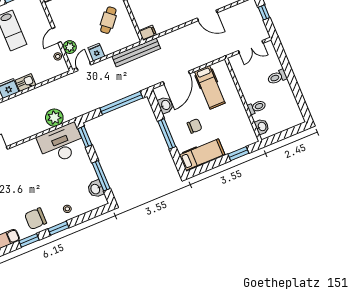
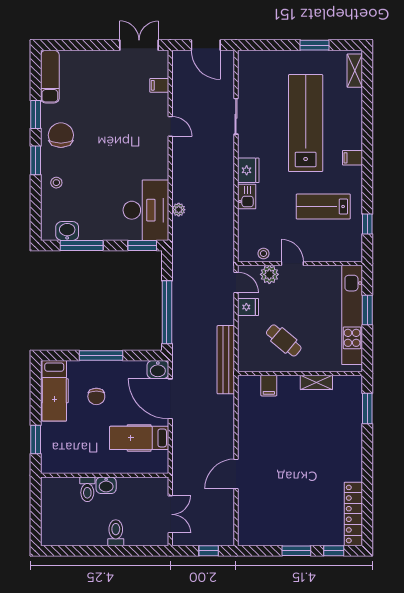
filing cabinet: (148, 33) -> (269, 386), moved
double door: (251, 47) -> (170, 514), swing flipped
washbasin: (165, 105) -> (158, 369), moved
plant: (54, 118) -> (179, 210), width x0.53, depth x0.53
washbasin: (262, 127) -> (106, 485), moved

